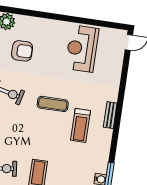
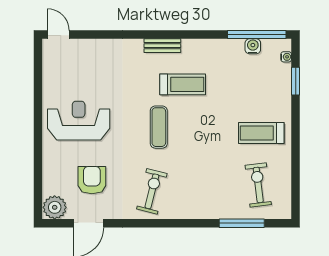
reception desk: (82, 49) -> (79, 121), moved, turned 180

